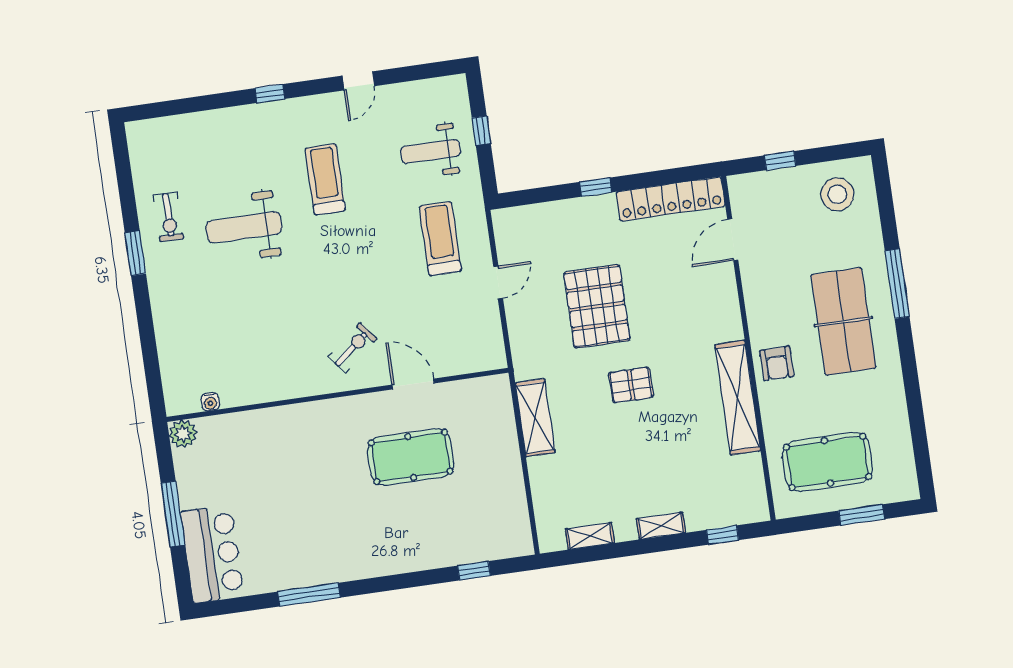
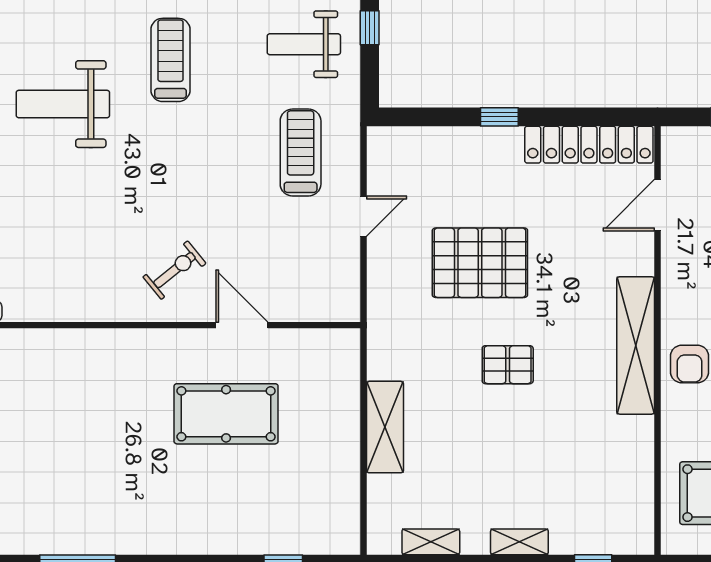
pallet: (597, 306) -> (480, 263), turned 90
shelving: (738, 398) -> (636, 345), moved
shelving: (535, 418) -> (385, 427), moved

